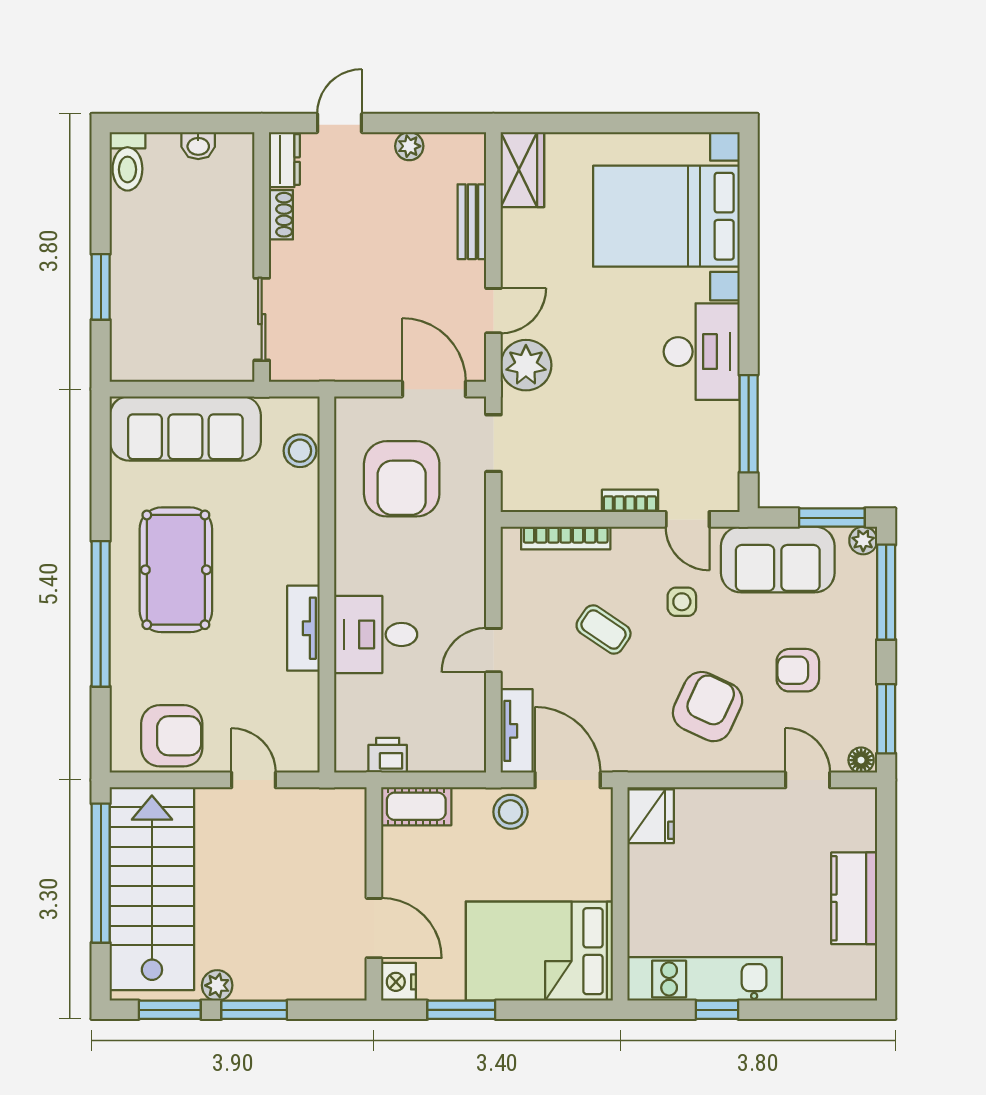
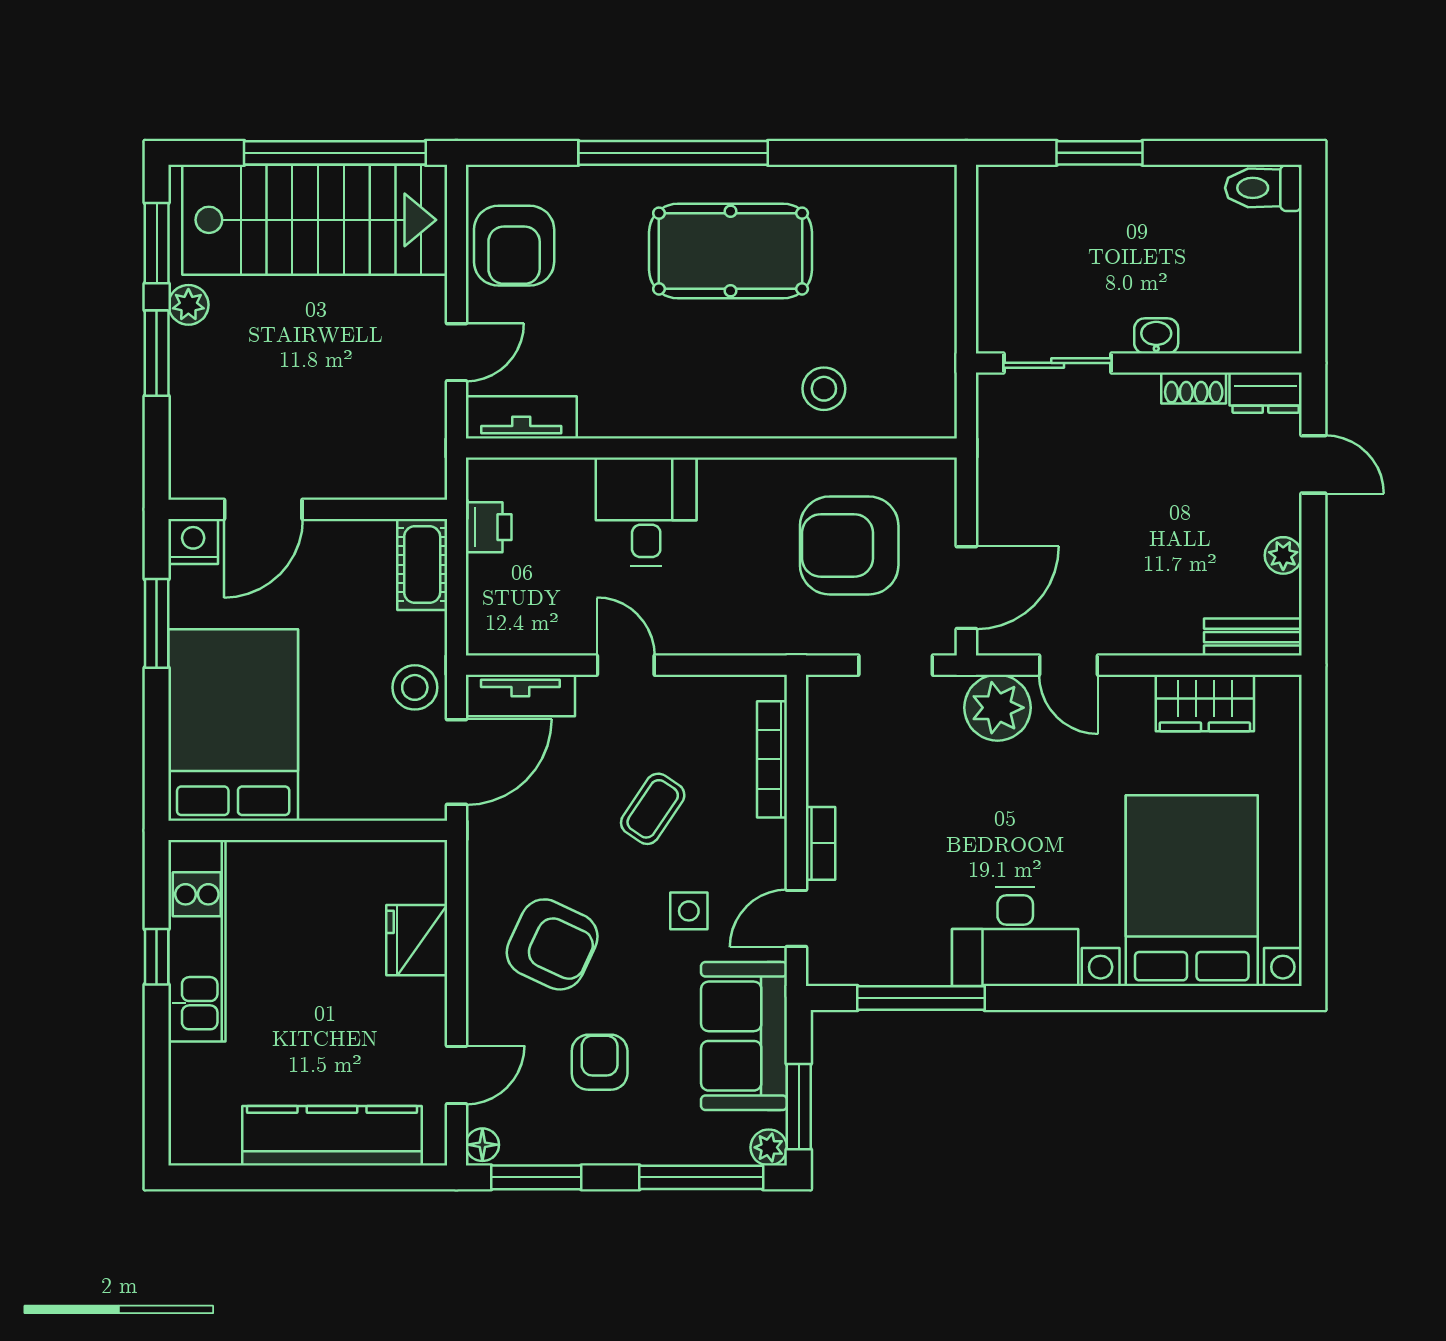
washbasin: (198, 146) -> (1156, 336), moved, turned 90
wardrobe: (522, 170) -> (1205, 703), moved
bench: (472, 222) -> (1253, 637), moved
sofa: (185, 428) -> (915, 263), removed
stool: (300, 451) -> (824, 389), moved
tv unit: (303, 628) -> (521, 417), moved
fridge: (651, 816) -> (417, 940), moved, turned 90
kitchen counter: (854, 898) -> (332, 1136), width x1.50

